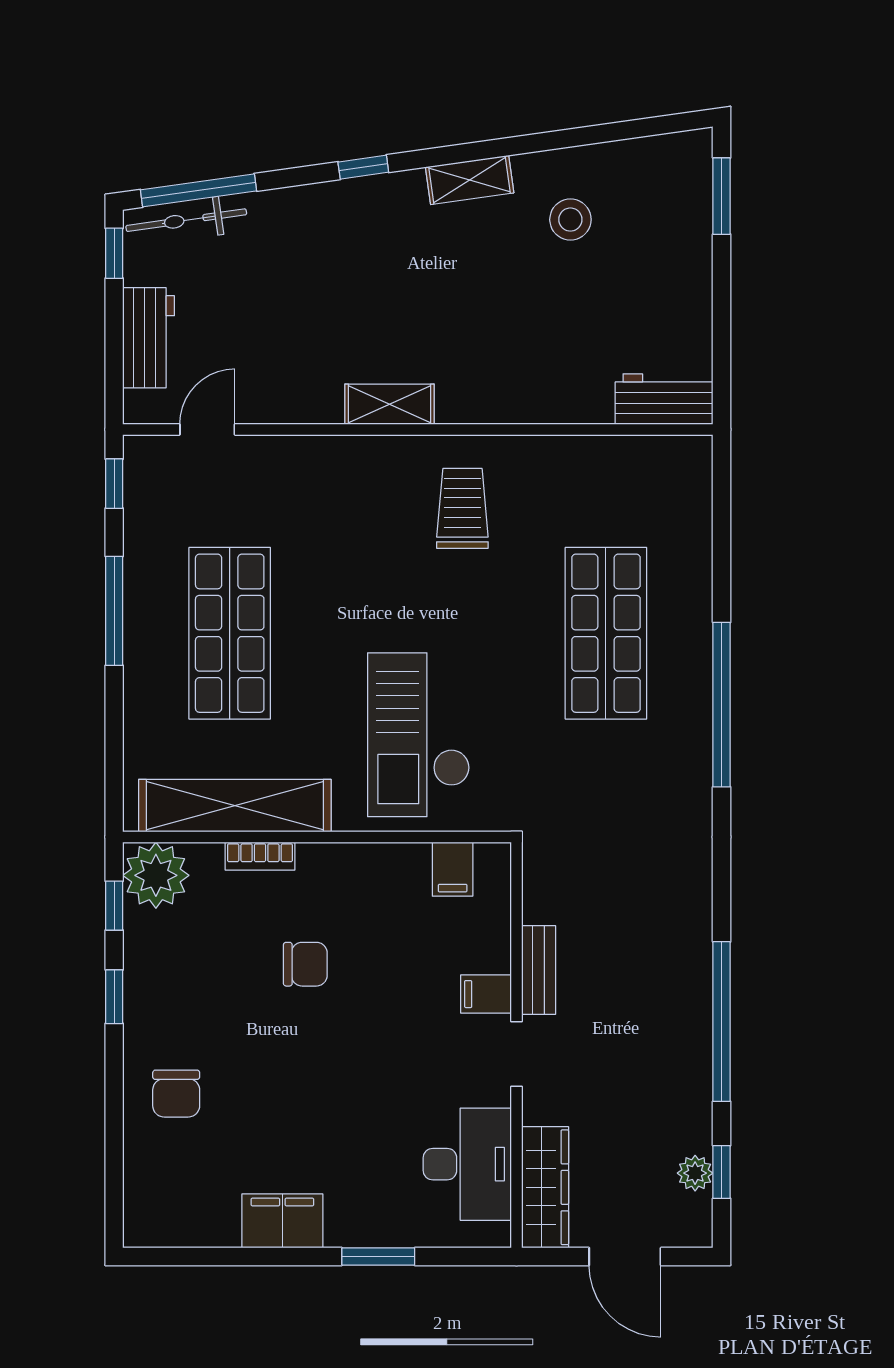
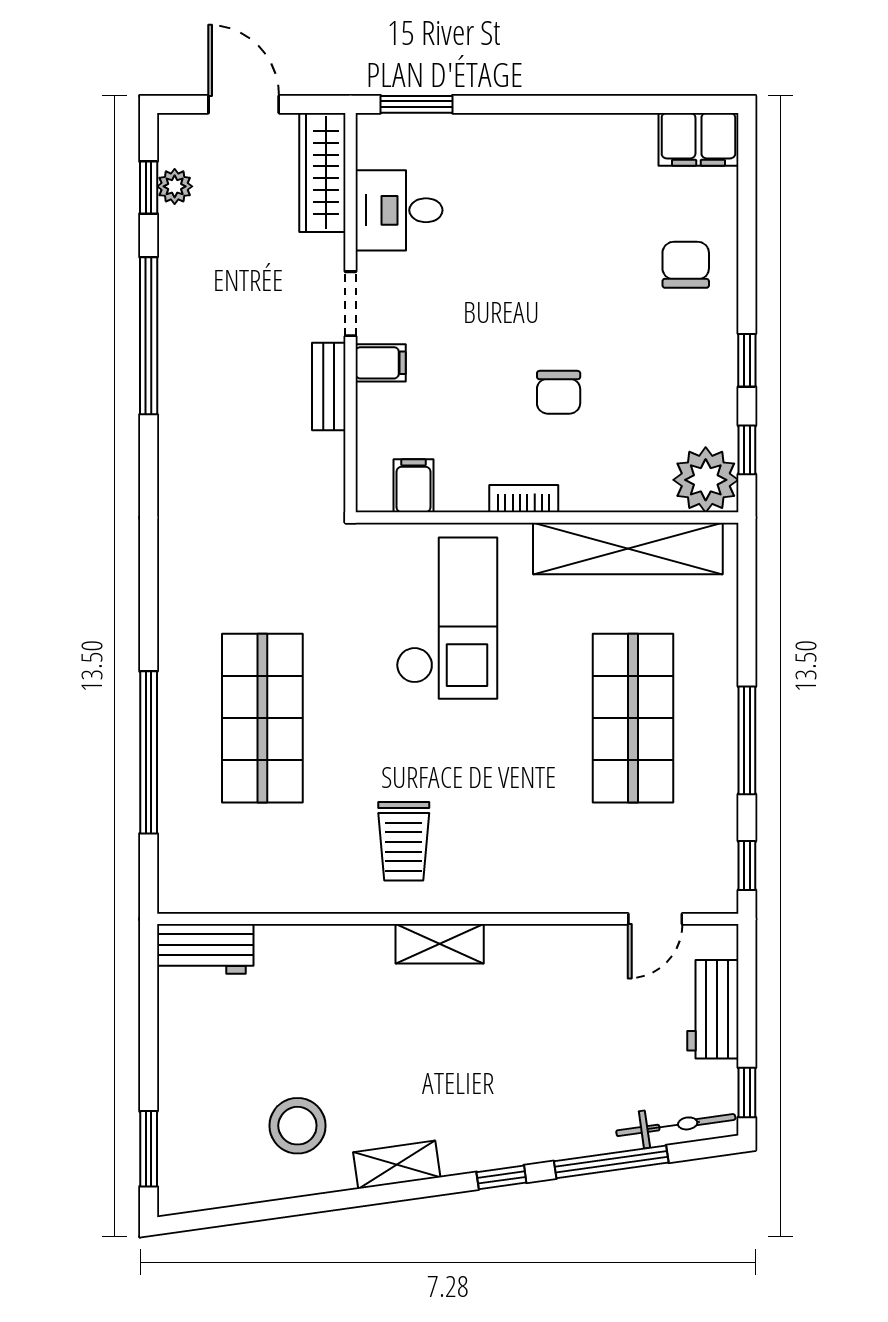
window: (199, 190) -> (611, 1162), moved
stool: (570, 220) -> (297, 1126), width x1.38, depth x1.38
shelving: (390, 404) -> (440, 944), moved
window: (722, 705) -> (149, 752), moved
bookcase: (260, 856) -> (524, 499), moved
chair: (305, 964) -> (559, 392), turned -90
desk: (467, 1164) -> (399, 210), width x0.73
filing cabinet: (282, 1221) -> (698, 139), moved
window: (378, 1256) -> (416, 104), moved

